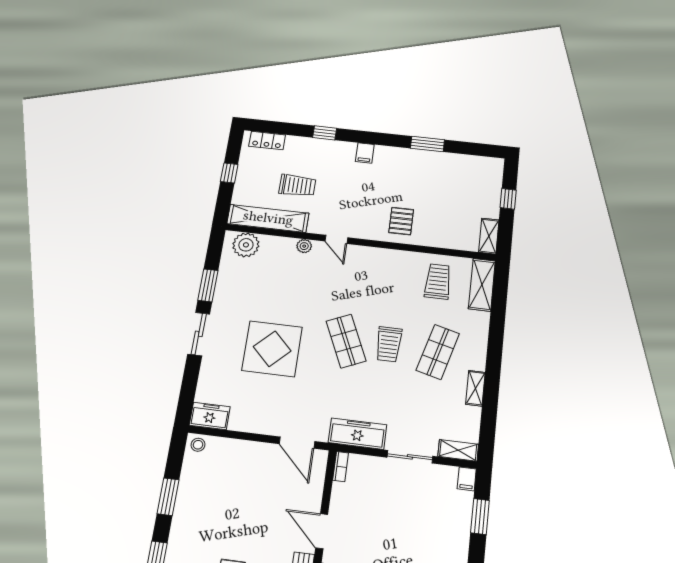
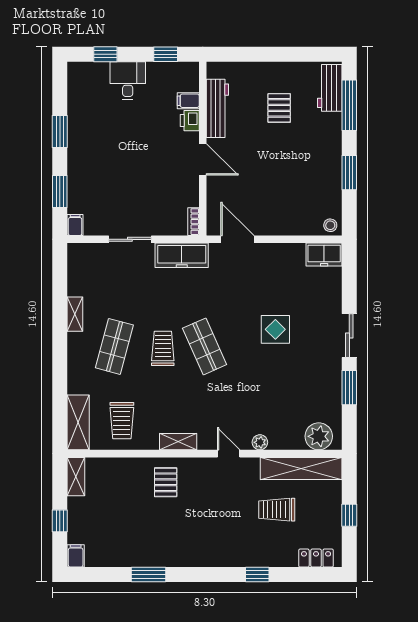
filing cabinet: (365, 153) -> (76, 556), moved
display table: (272, 349) -> (275, 329), width x0.54, depth x0.54
shelving: (458, 450) -> (178, 442), moved

